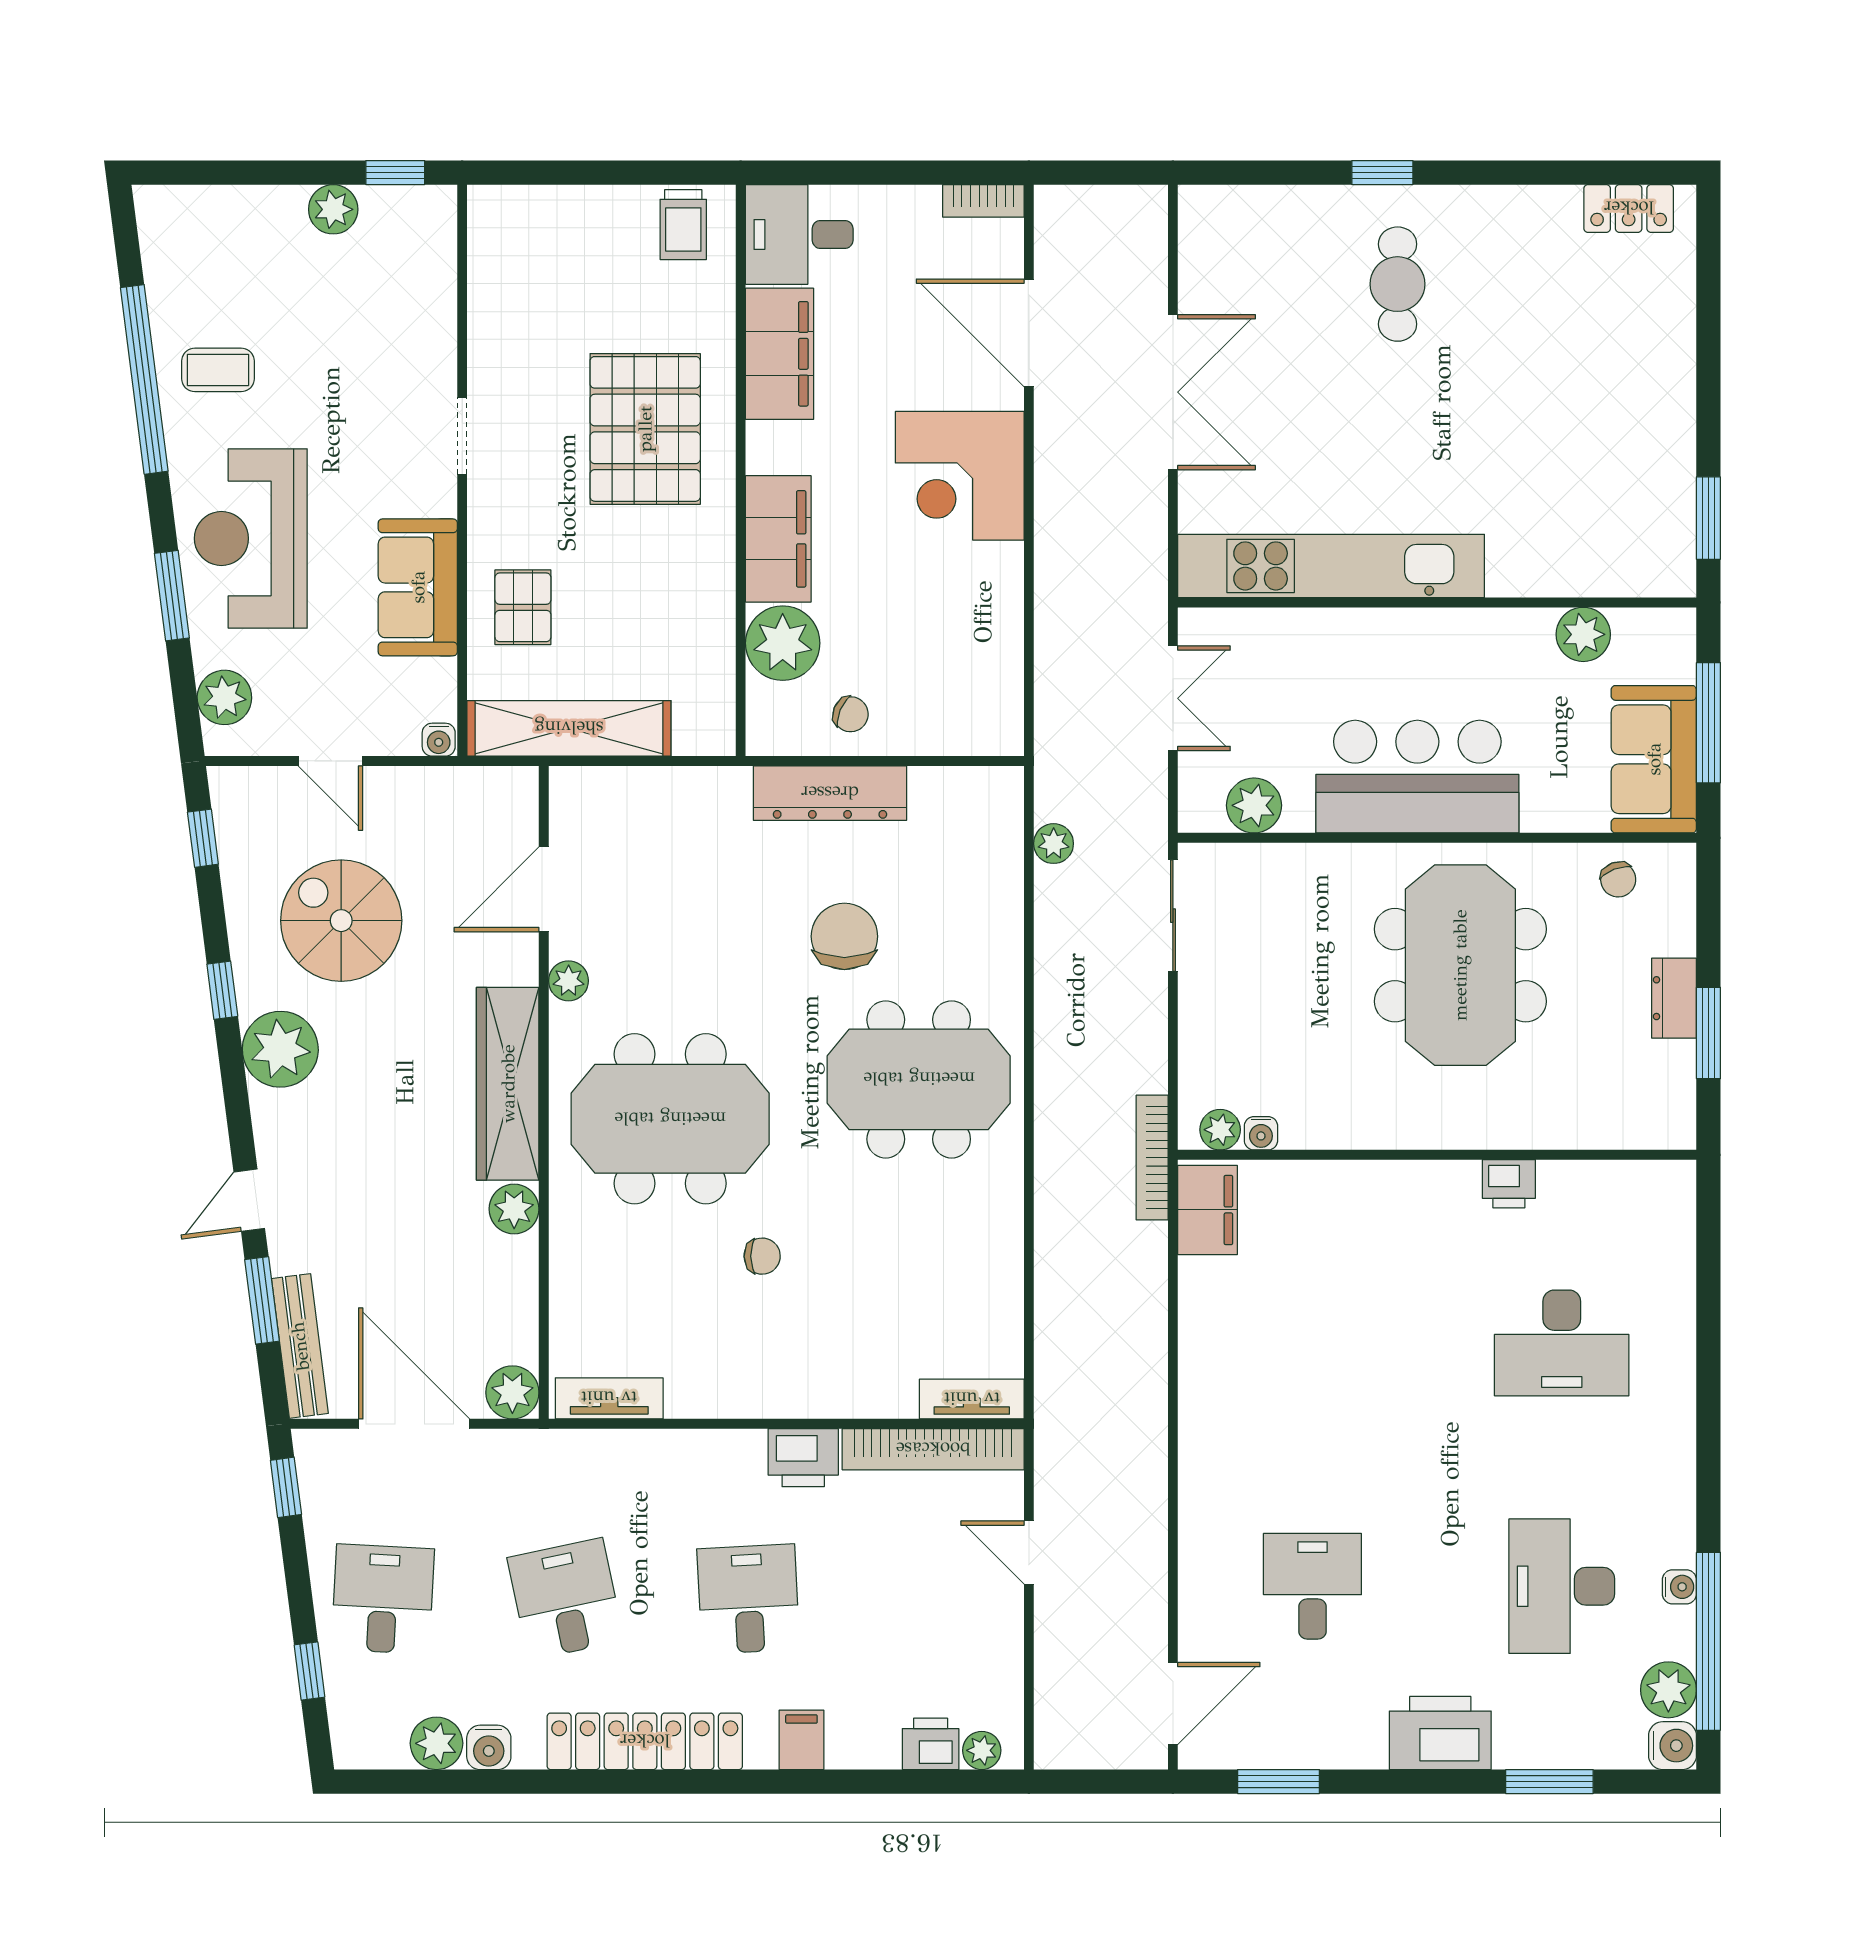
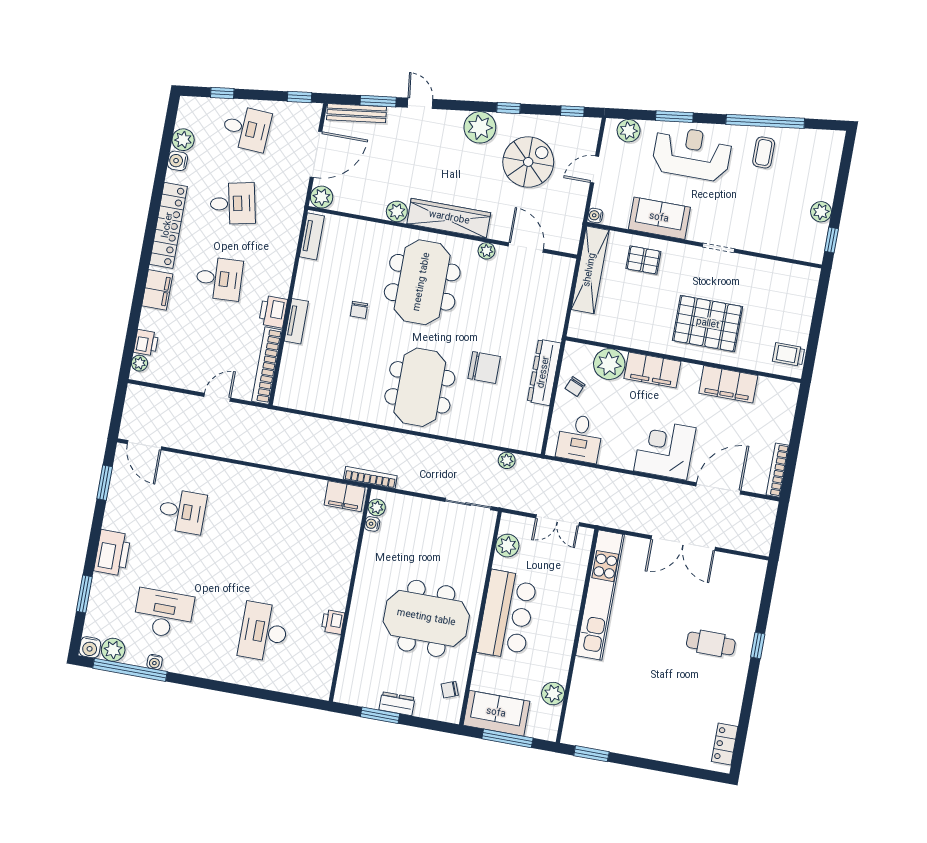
bookcase: (983, 201) -> (778, 470), width x1.56
desk: (799, 234) -> (580, 438), moved, turned 180
tv unit: (972, 1399) -> (296, 321), moved
filing cabinet: (801, 1740) -> (157, 290), width x2.00

